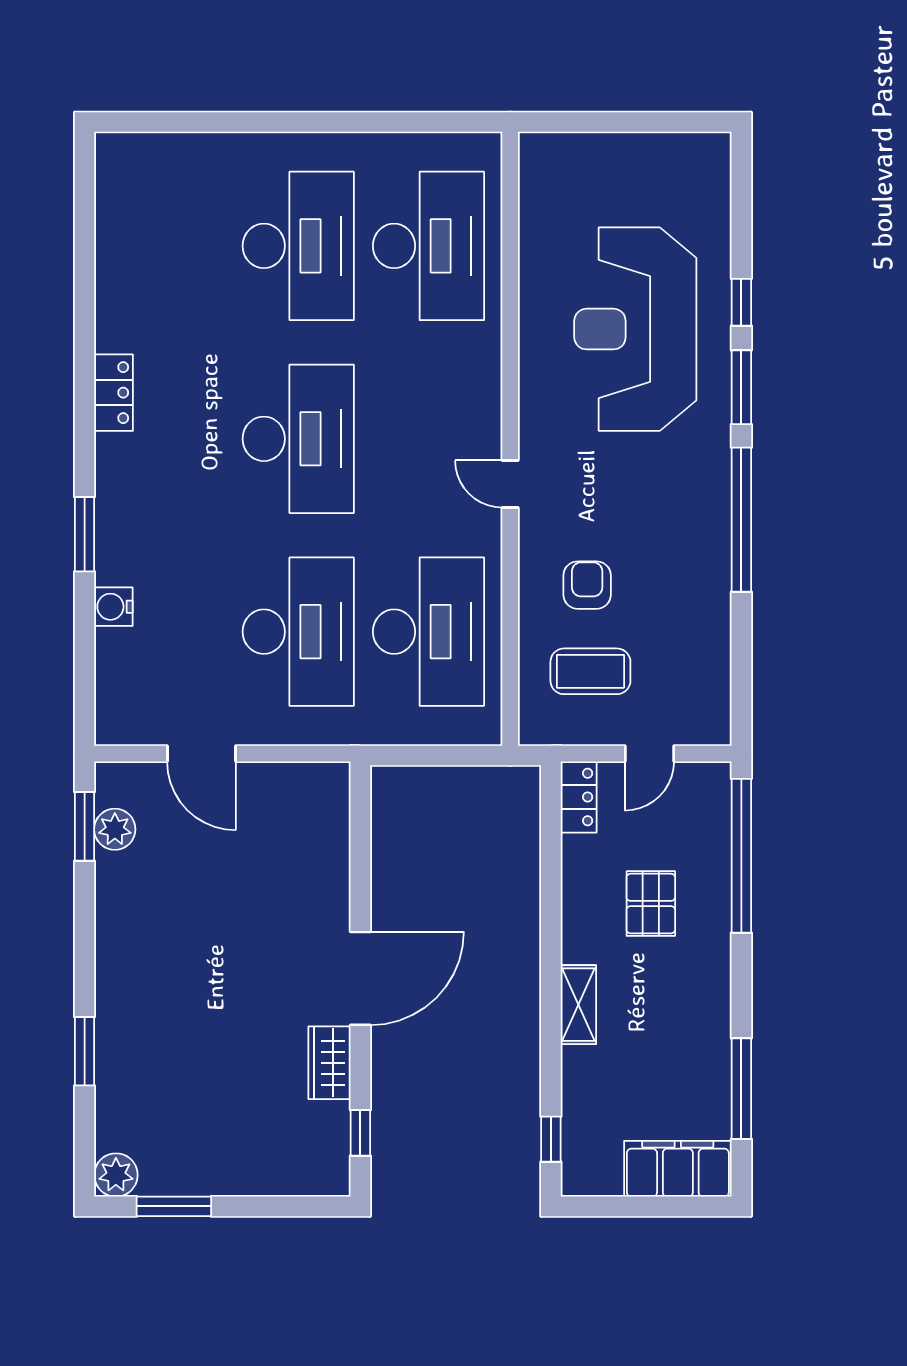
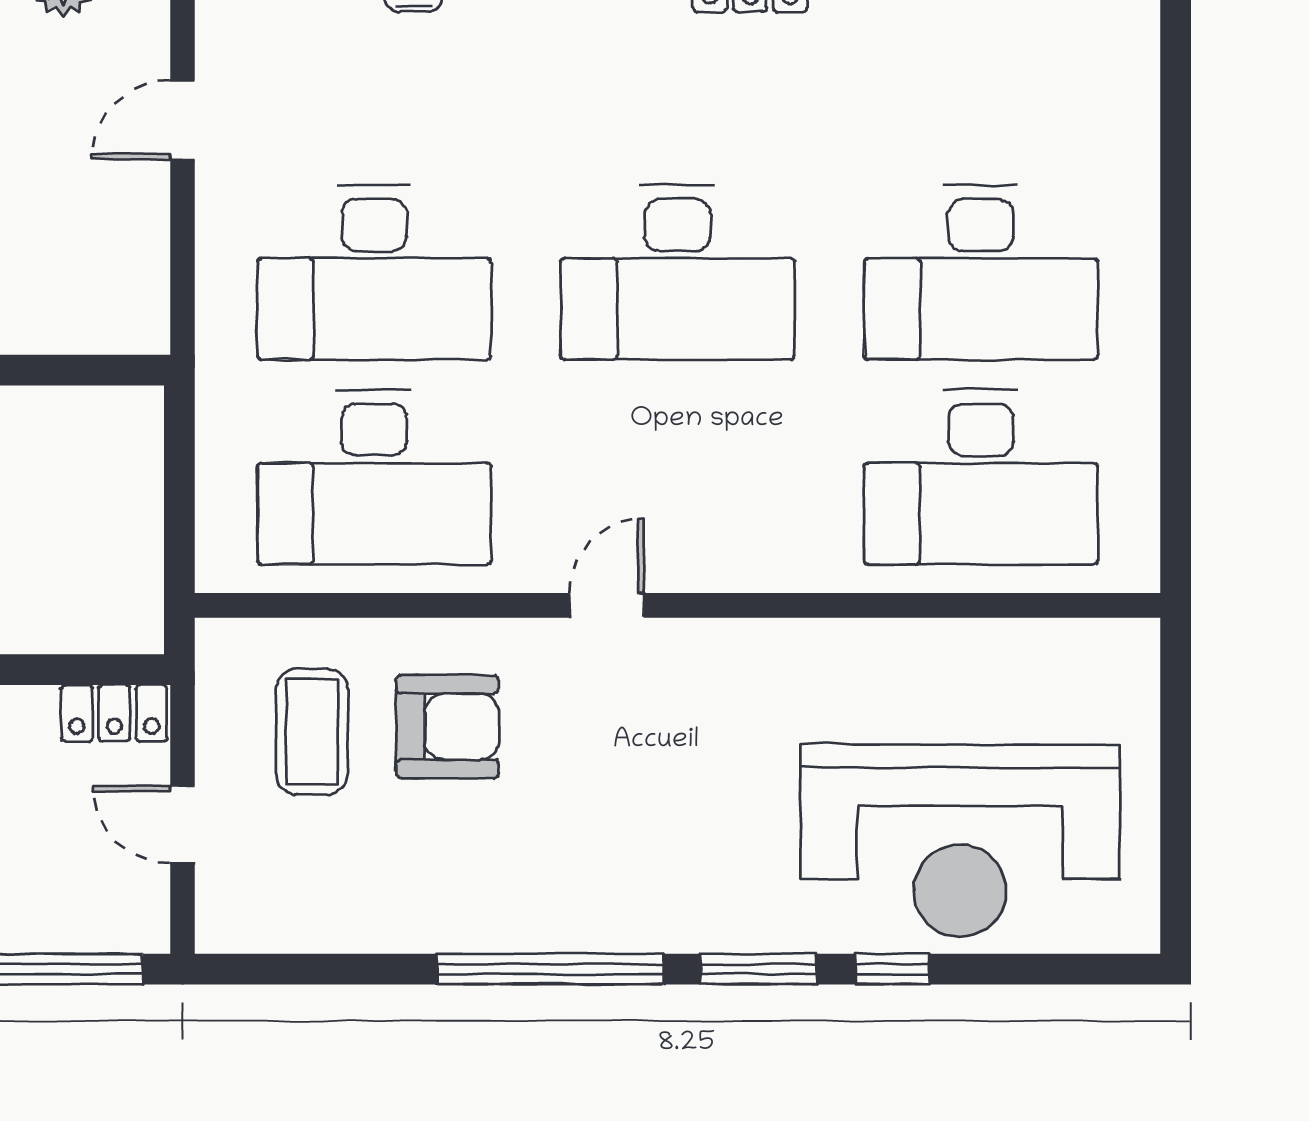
reception desk: (635, 329) -> (960, 841), moved, turned 180
armchair: (587, 585) -> (448, 727), width x1.38, depth x1.38
door: (202, 754) -> (182, 120), width x0.73

